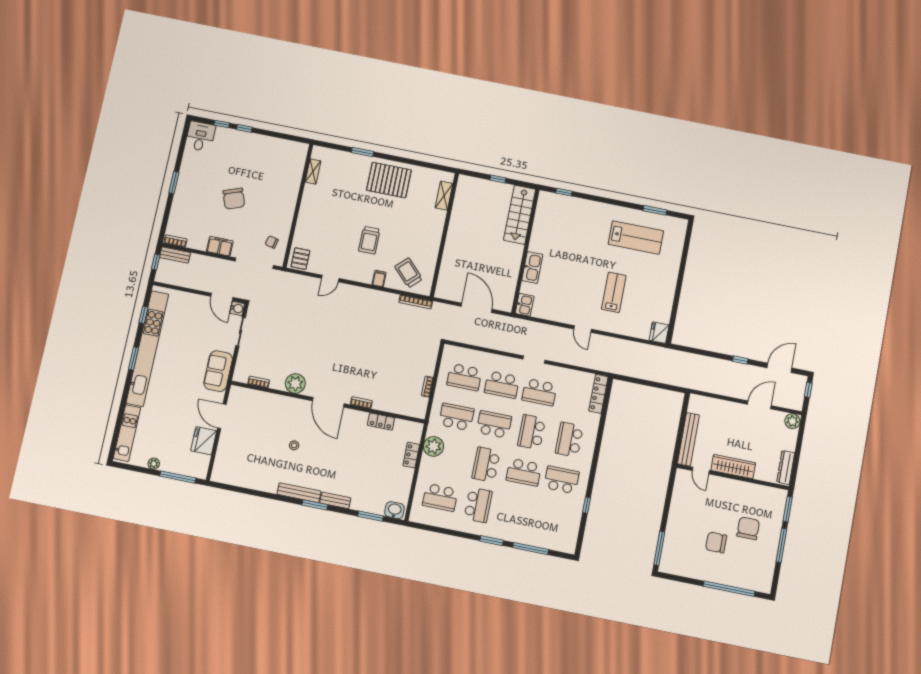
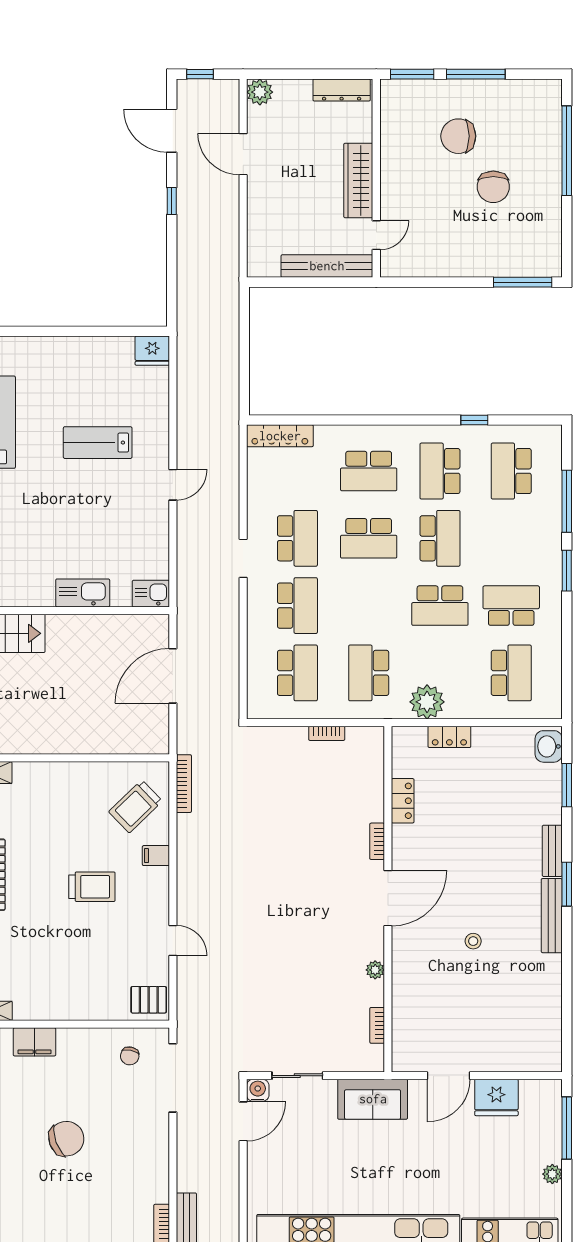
filing cabinet: (220, 246) -> (34, 1042), moved, turned -90
plant: (295, 384) -> (375, 970), width x0.53, depth x0.53
school desk: (494, 424) -> (511, 471), moved

